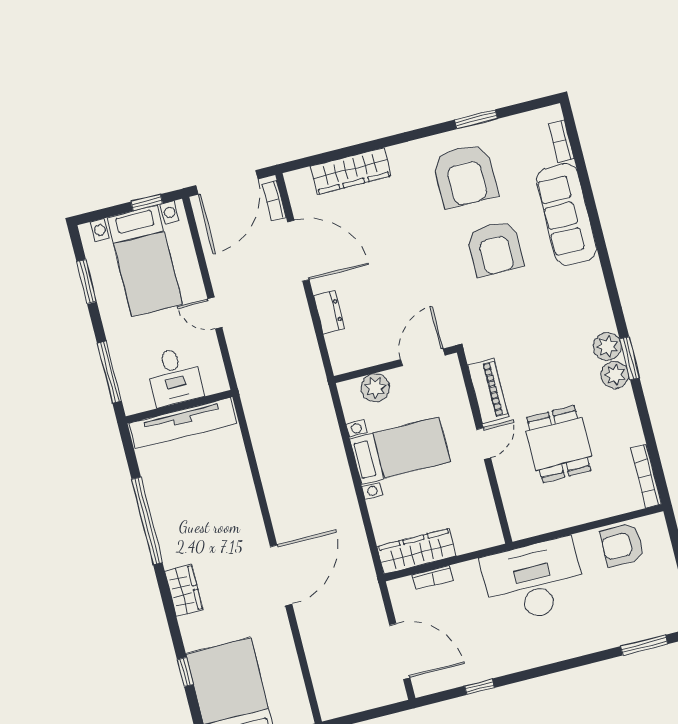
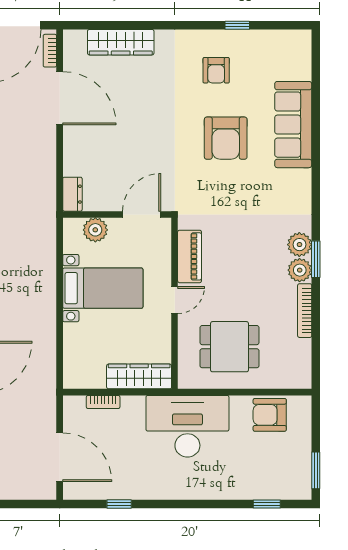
window: (476, 119) -> (237, 25), width x0.67
bookcase: (561, 141) -> (304, 62), removed
armchair: (465, 175) -> (216, 70), width x0.53, depth x0.53
dresser: (329, 312) -> (72, 194), moved
dining table: (559, 444) -> (229, 347), moved, turned 90
bookcase: (646, 476) -> (305, 311), moved
wardrobe: (417, 551) -> (139, 376), moved
window: (644, 645) -> (267, 504), width x0.67

